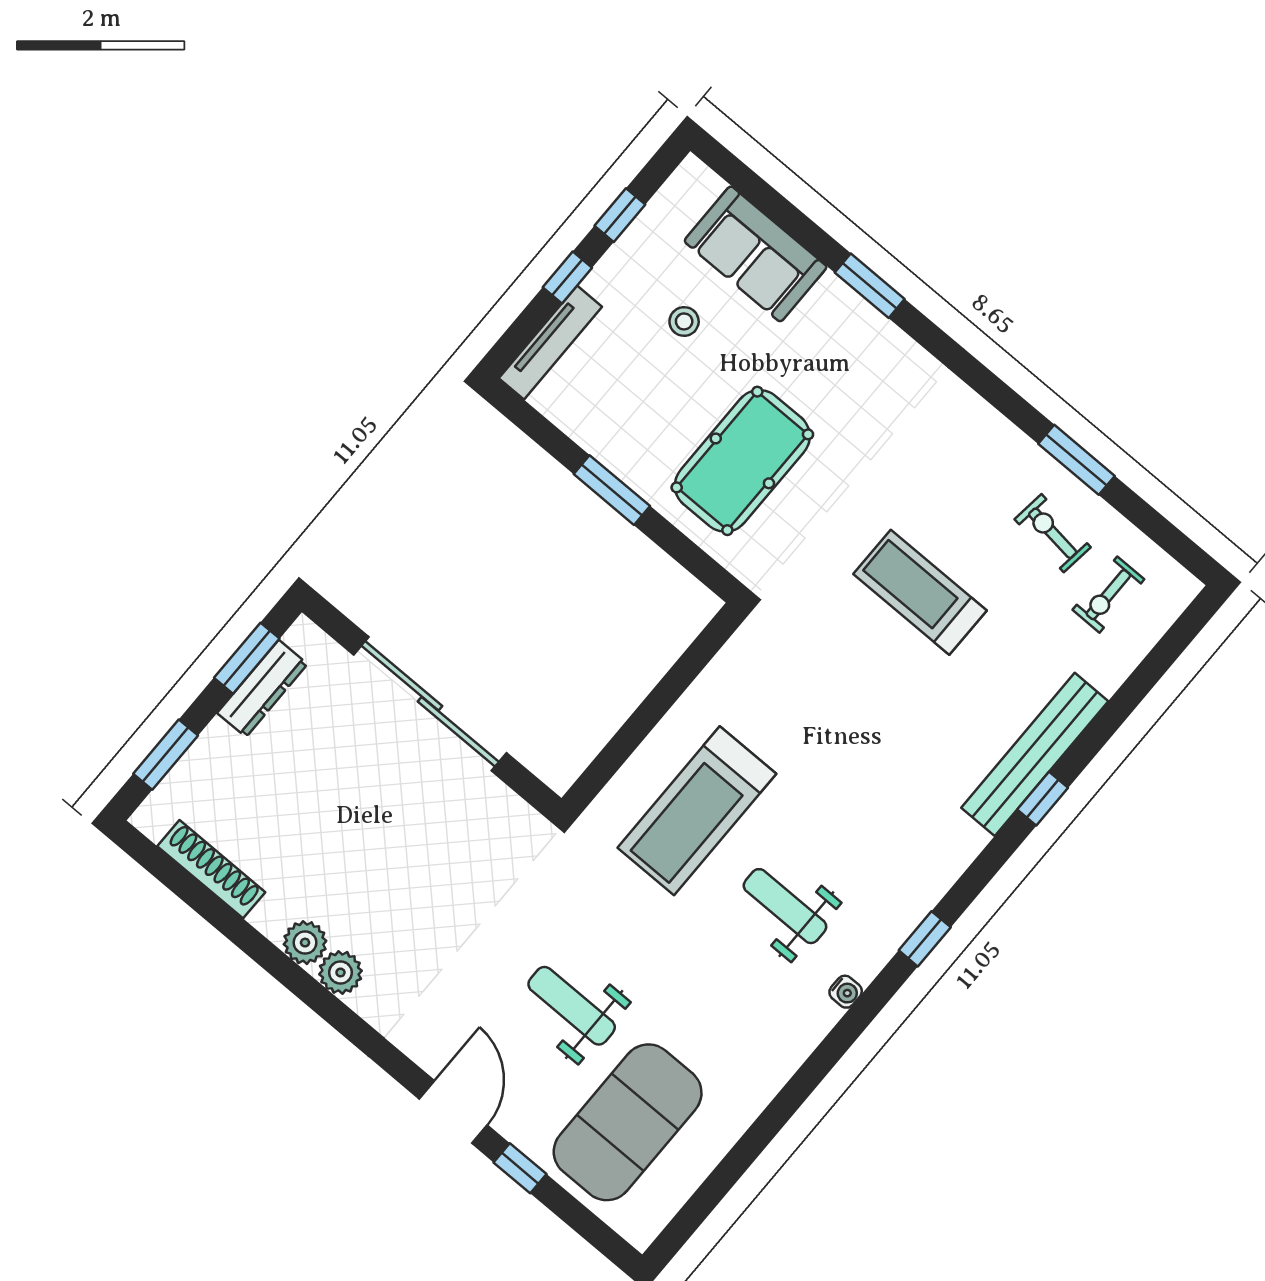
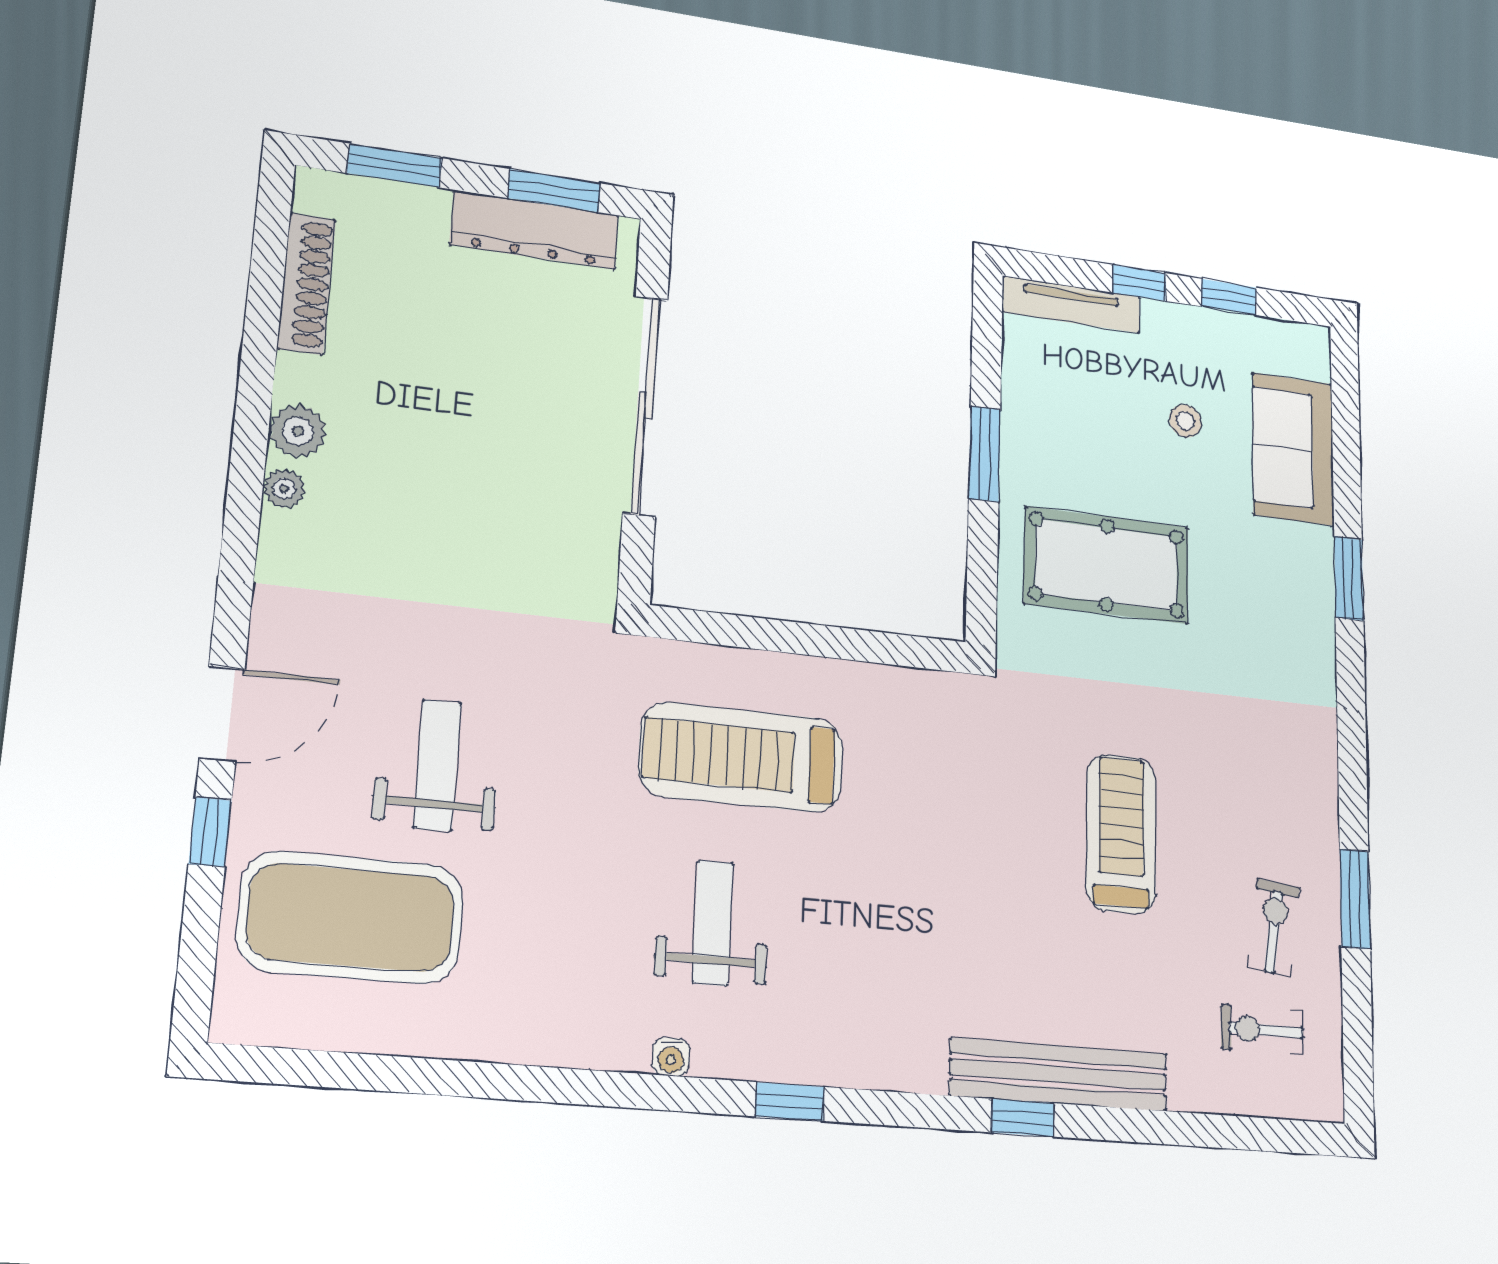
dresser: (262, 688) -> (535, 230), width x1.37, depth x1.24
plant: (340, 972) -> (284, 489), width x0.73, depth x0.73

